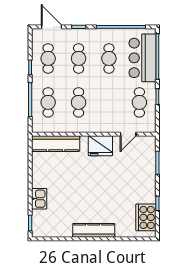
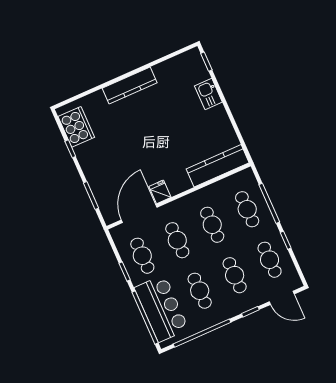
cafe table: (109, 102) -> (177, 240), added
door: (128, 134) -> (139, 214), width x1.88
fridge: (100, 146) -> (160, 192), width x0.53, depth x0.75

